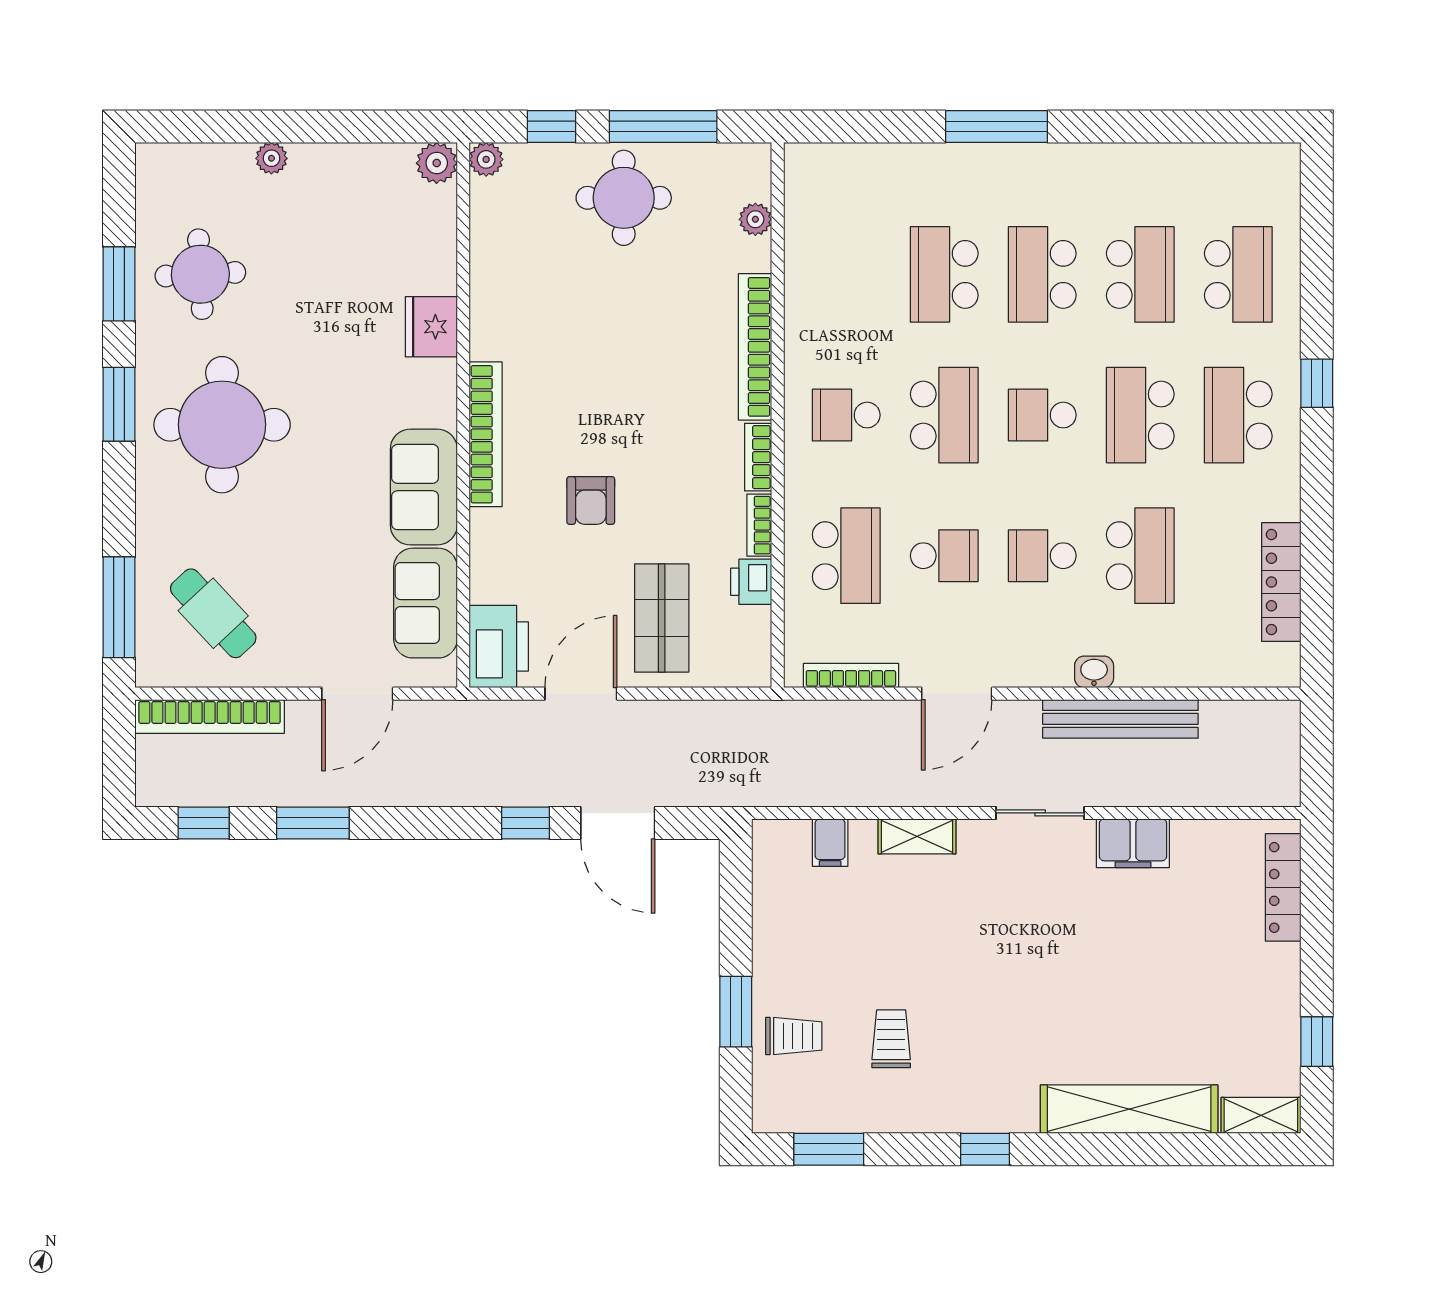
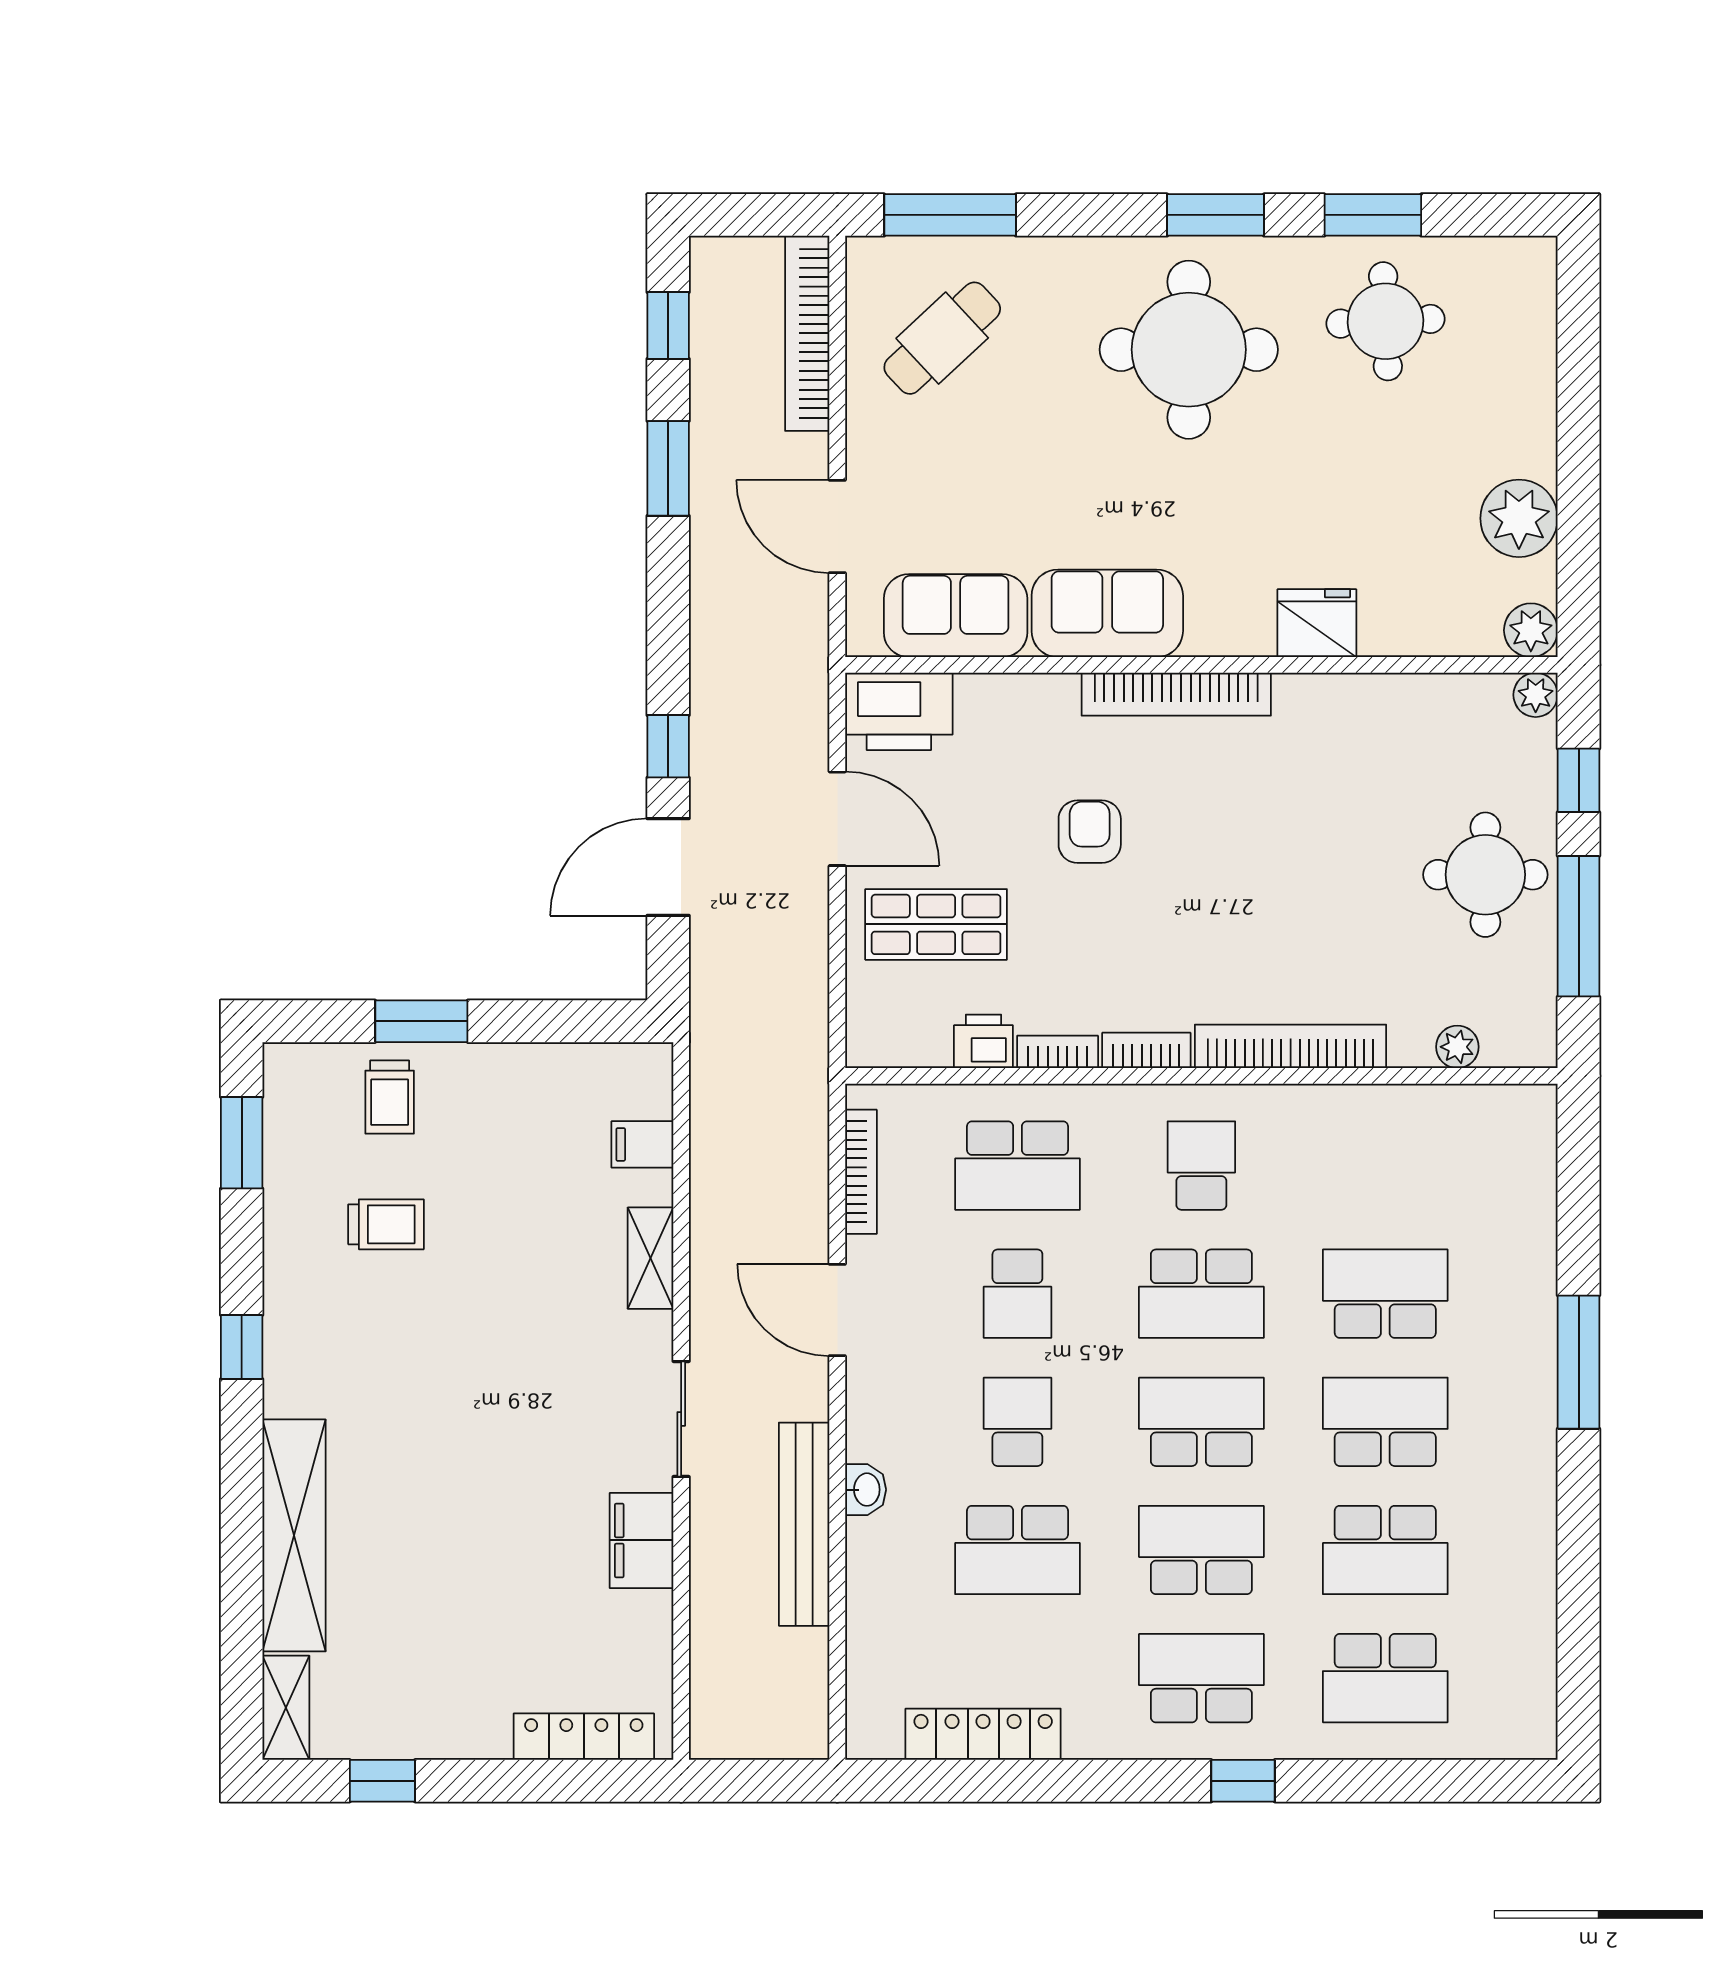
plant: (271, 158) -> (1519, 518), moved, width x1.87, depth x1.87
school desk: (1042, 415) -> (1201, 1422), width x1.85
armchair: (591, 501) -> (1090, 832), turned 90

